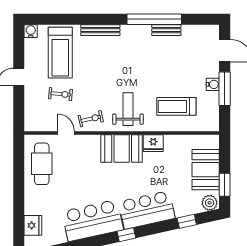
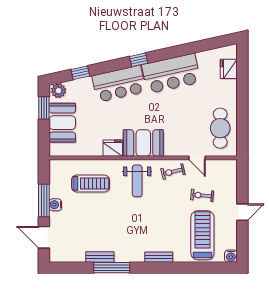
window: (154, 19) -> (112, 268), width x0.68
bench: (100, 30) -> (159, 257), width x0.73

